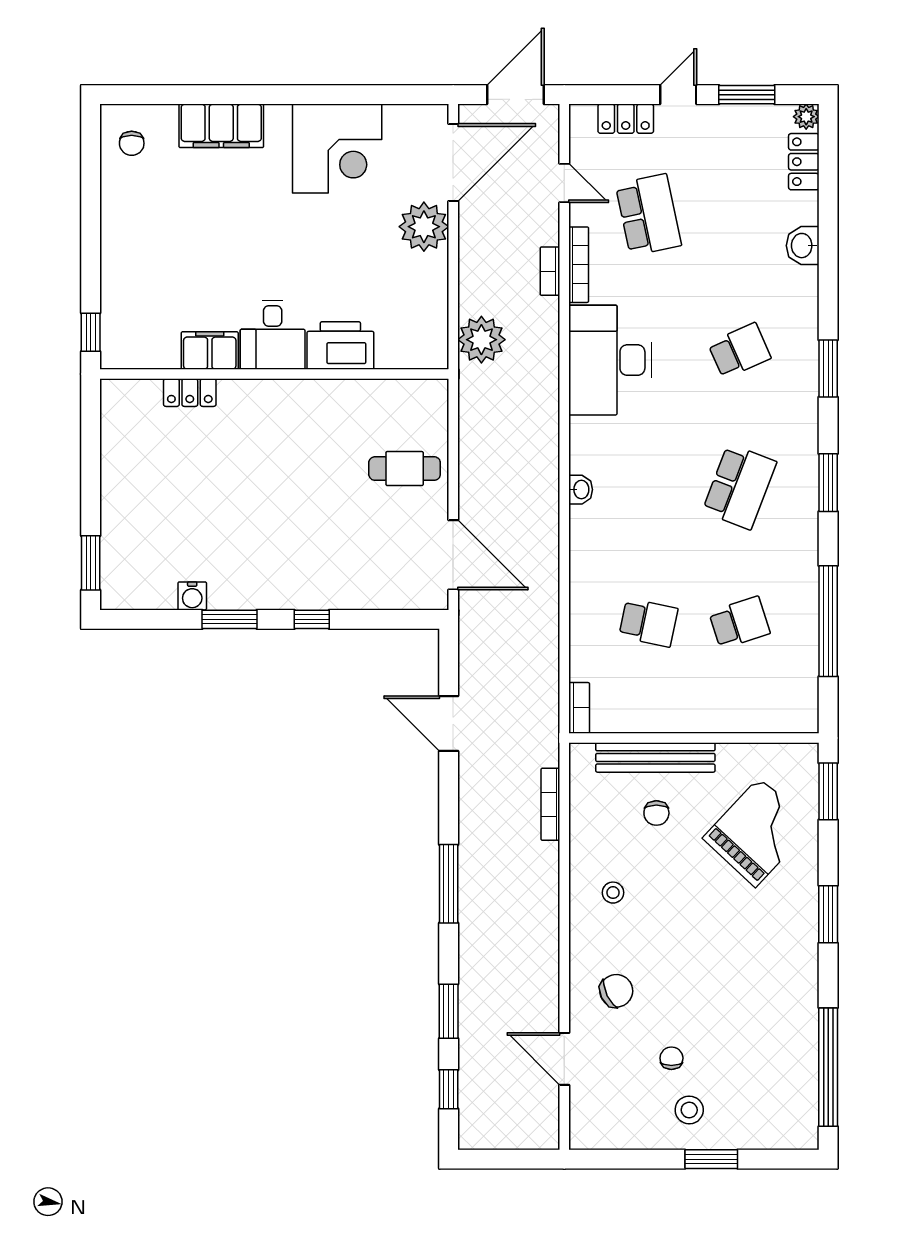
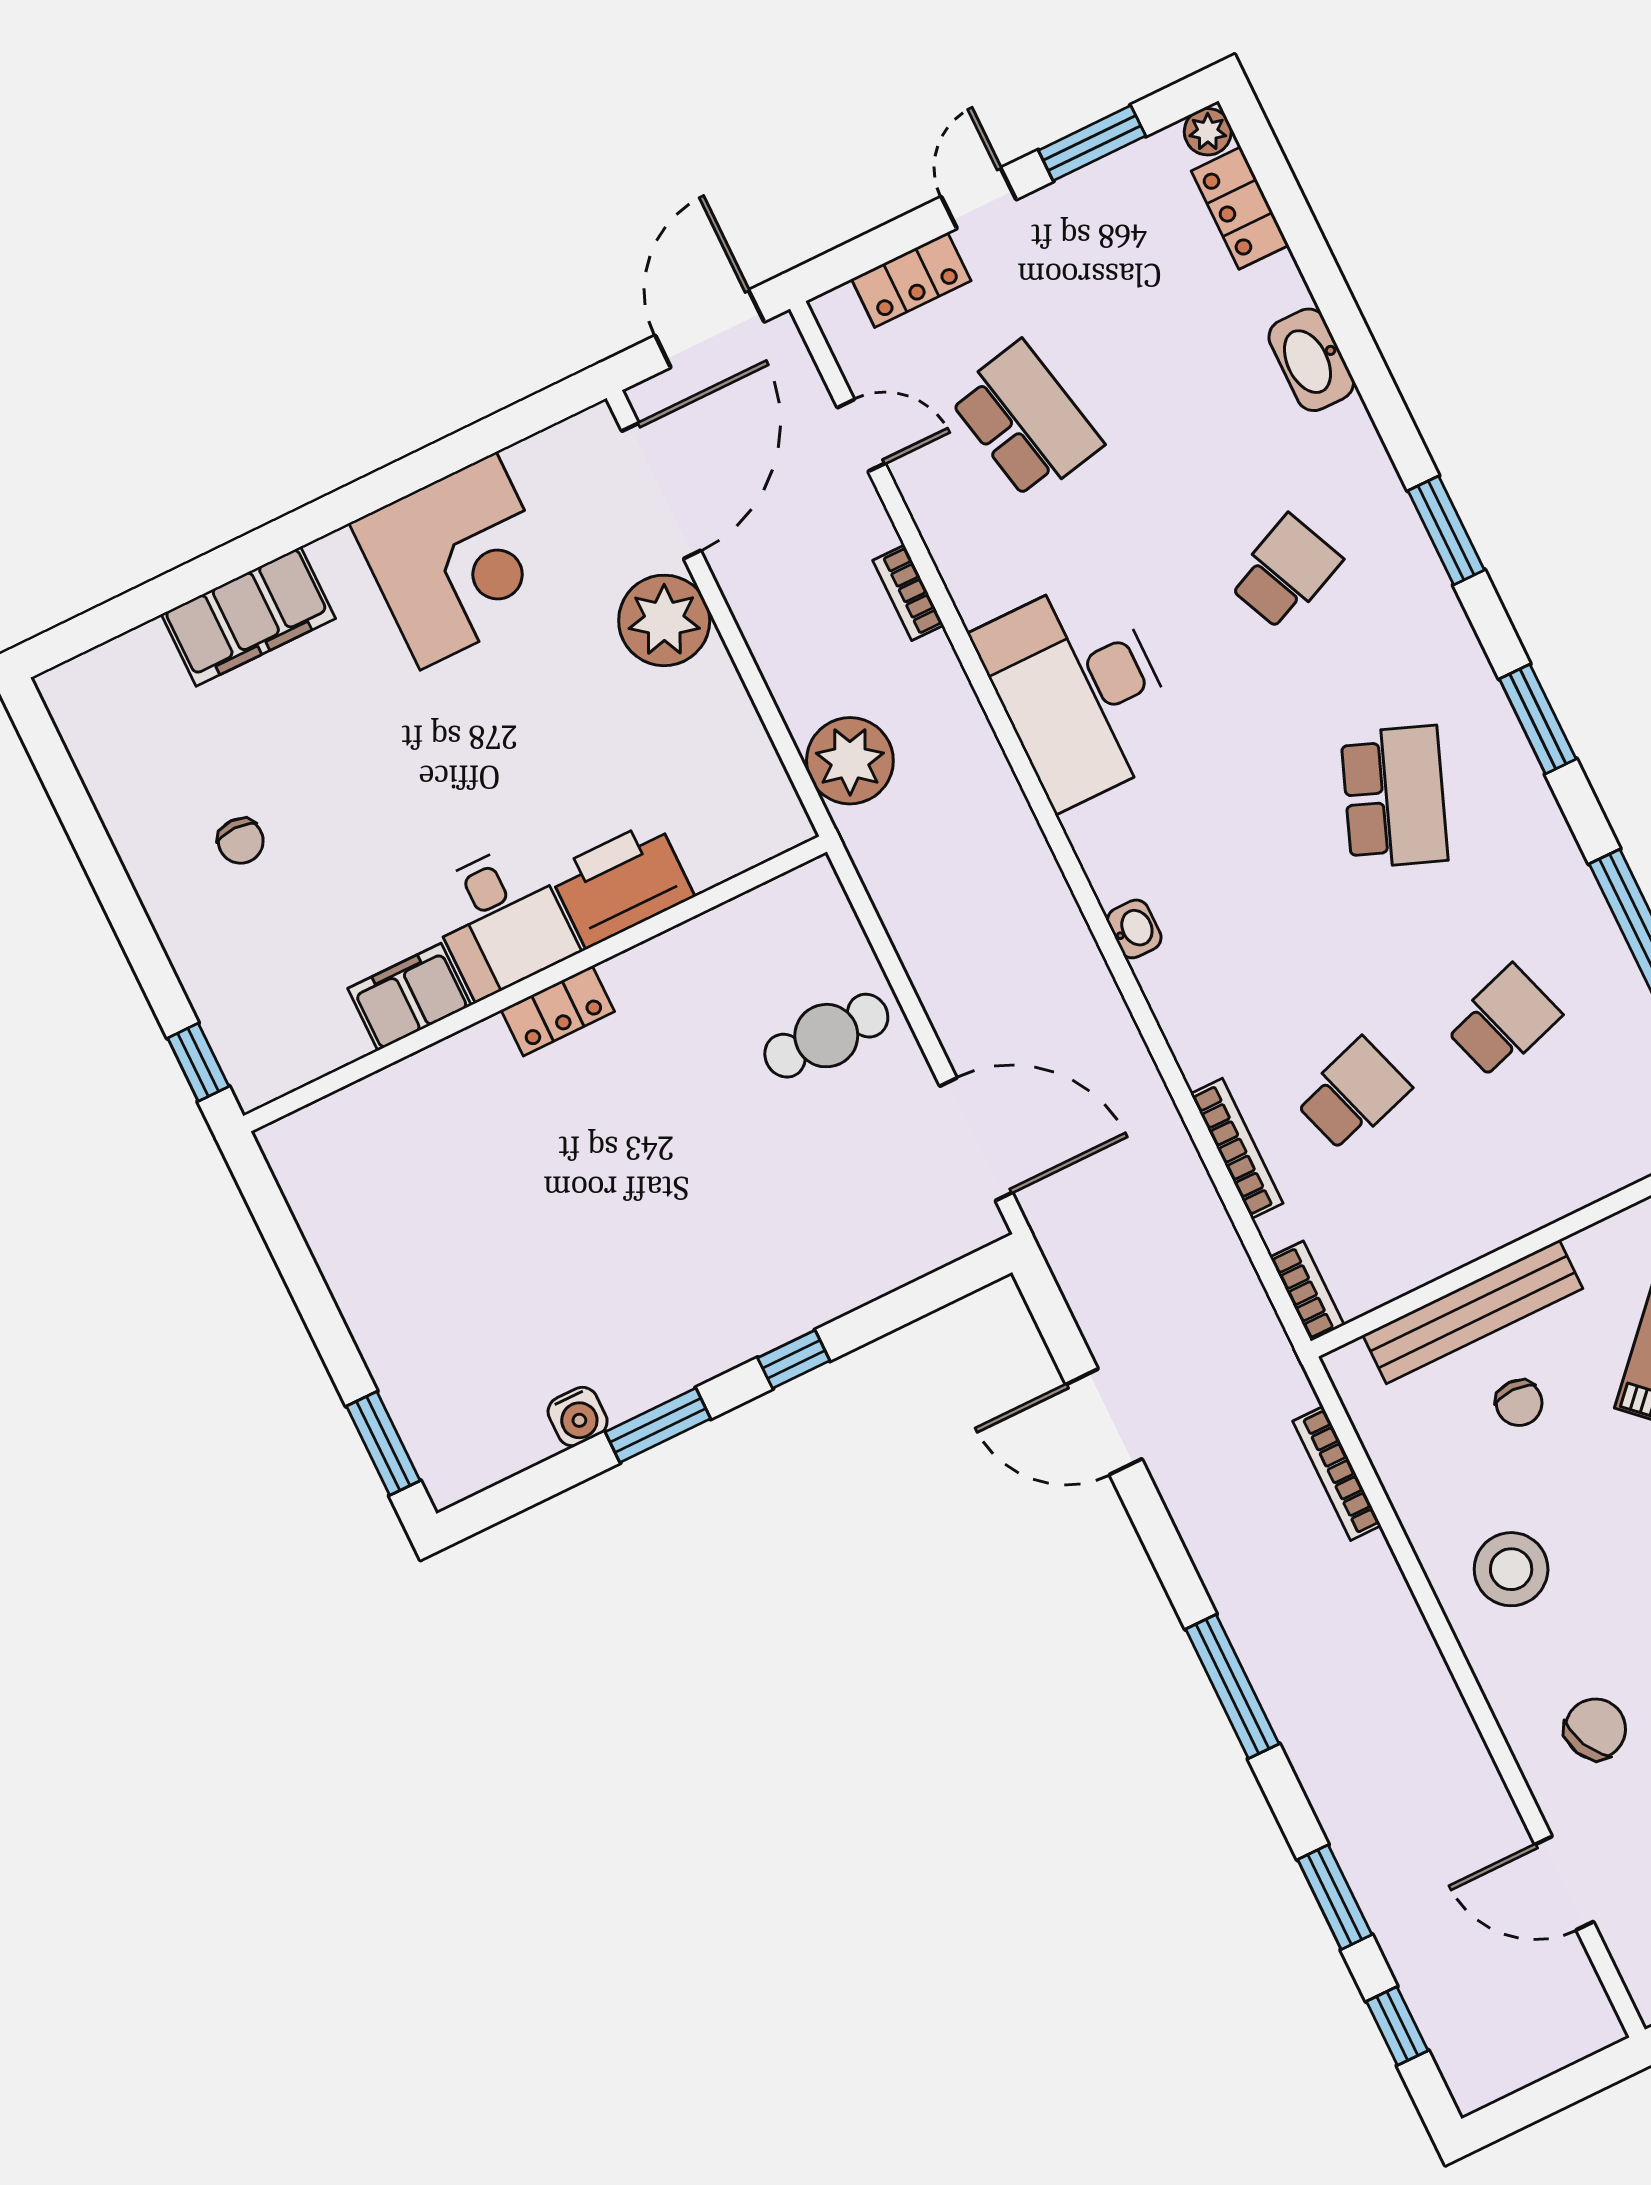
chair: (132, 143) -> (241, 841), moved
washbasin: (803, 246) -> (1311, 360), width x1.38
bookcase: (579, 265) -> (1237, 1149), moved
locker: (190, 393) -> (558, 1011), moved
school desk: (648, 623) -> (1353, 1095), turned -30
stool: (613, 893) -> (1511, 1569), width x1.89, depth x1.89

